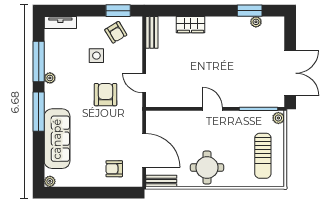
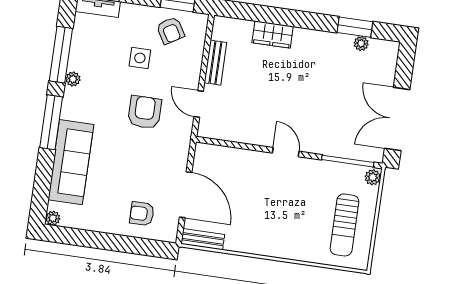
bench: (152, 32) -> (215, 63), moved
double door: (290, 73) -> (397, 119), swing flipped
round table: (207, 168) -> (267, 230), removed

